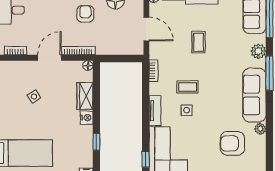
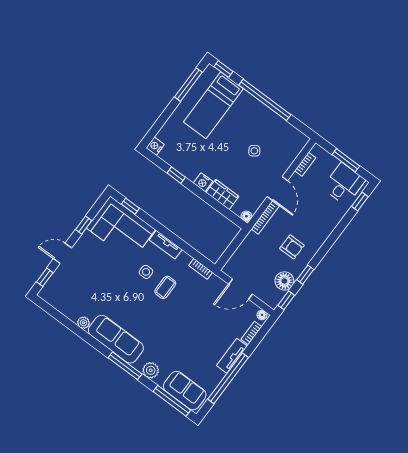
coffee table: (198, 42) -> (196, 325), removed
armchair: (232, 143) -> (89, 290), removed

